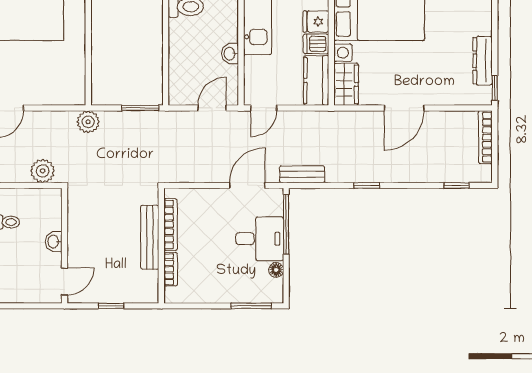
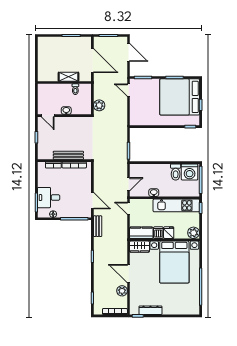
door: (212, 108) -> (128, 184), hinge flipped
plant: (88, 122) -> (122, 291), moved
desk: (260, 239) -> (49, 198), moved, turned 90

